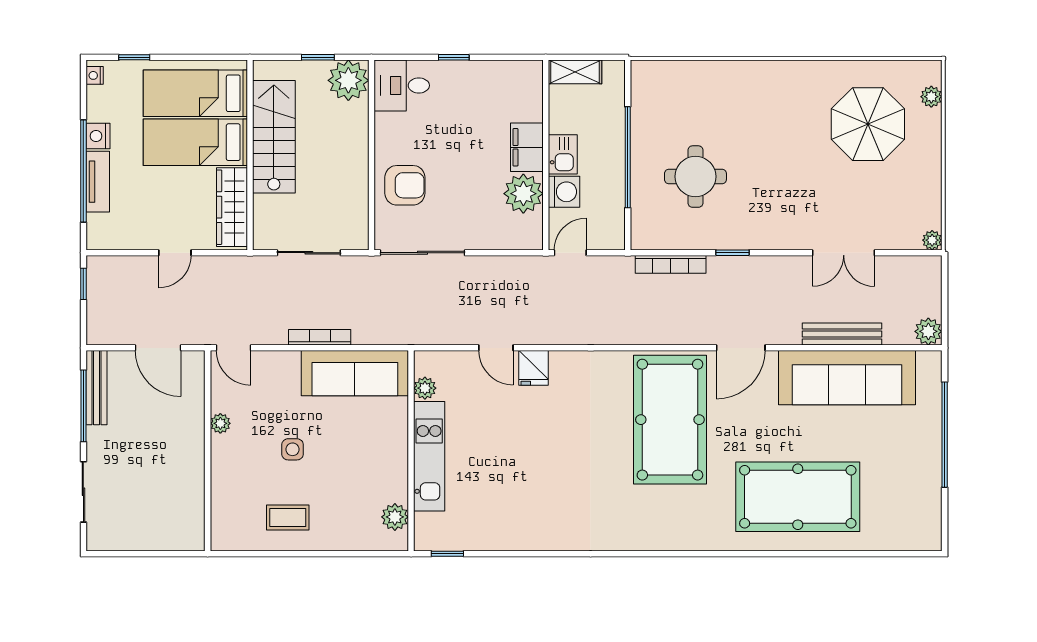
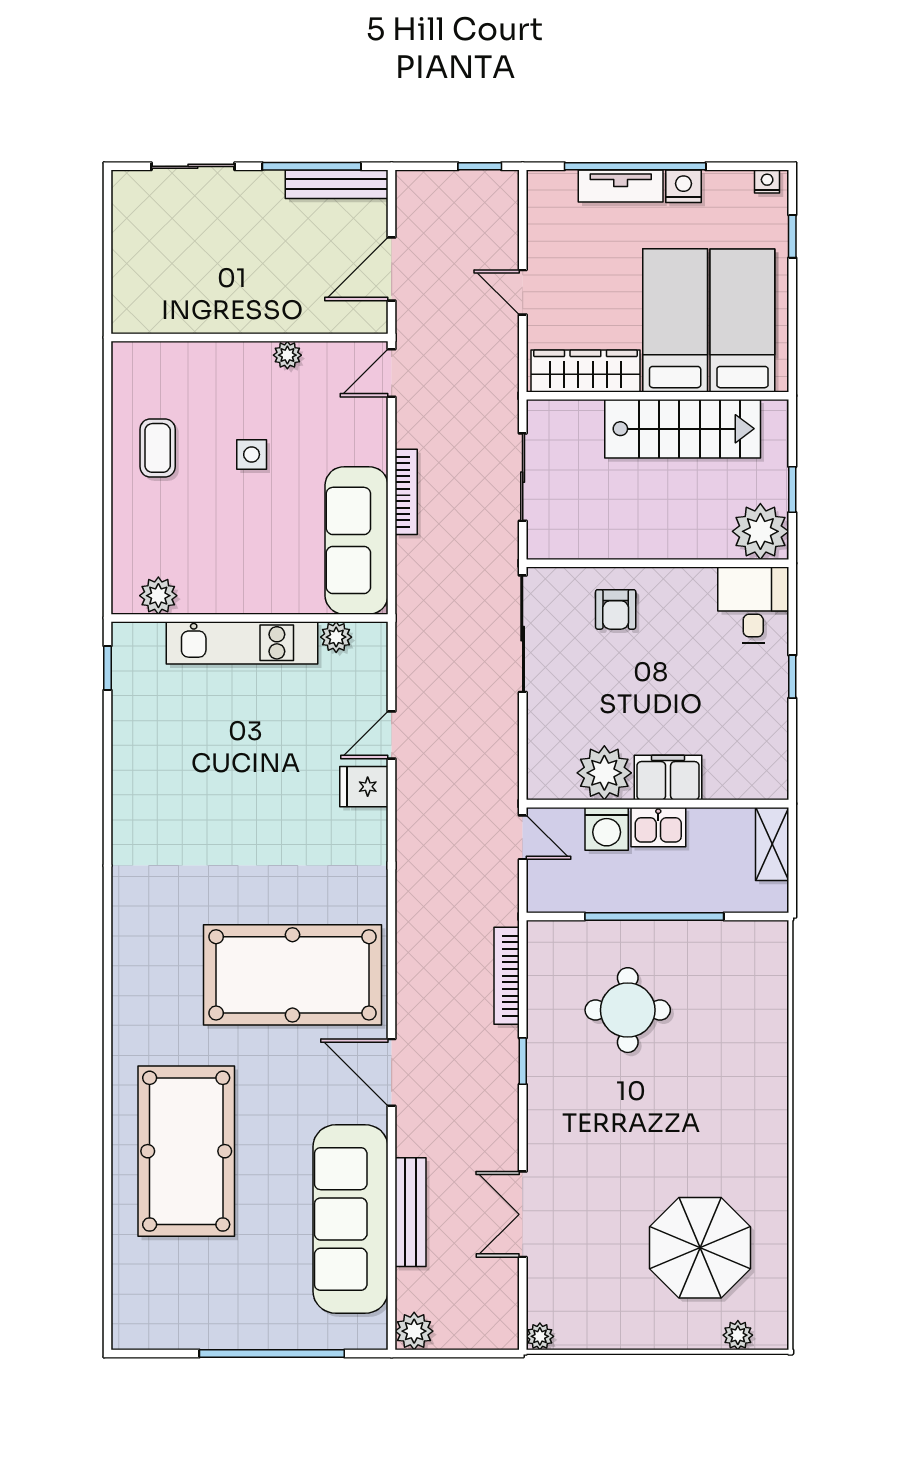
armchair: (405, 185) -> (616, 609), width x0.72, depth x0.72

